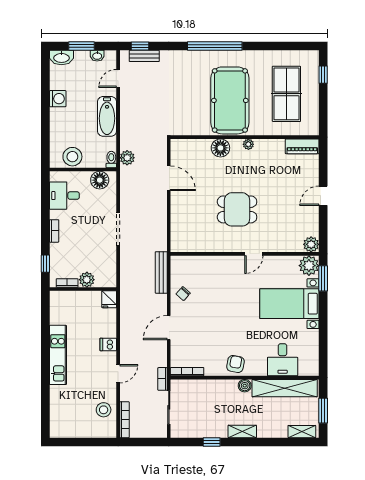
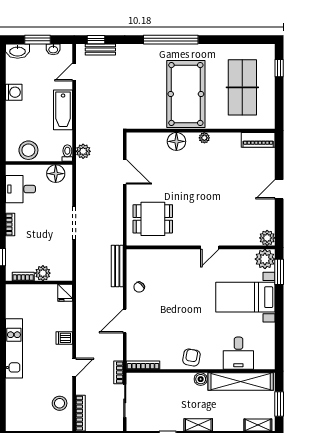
dining table: (237, 209) -> (153, 219), moved

